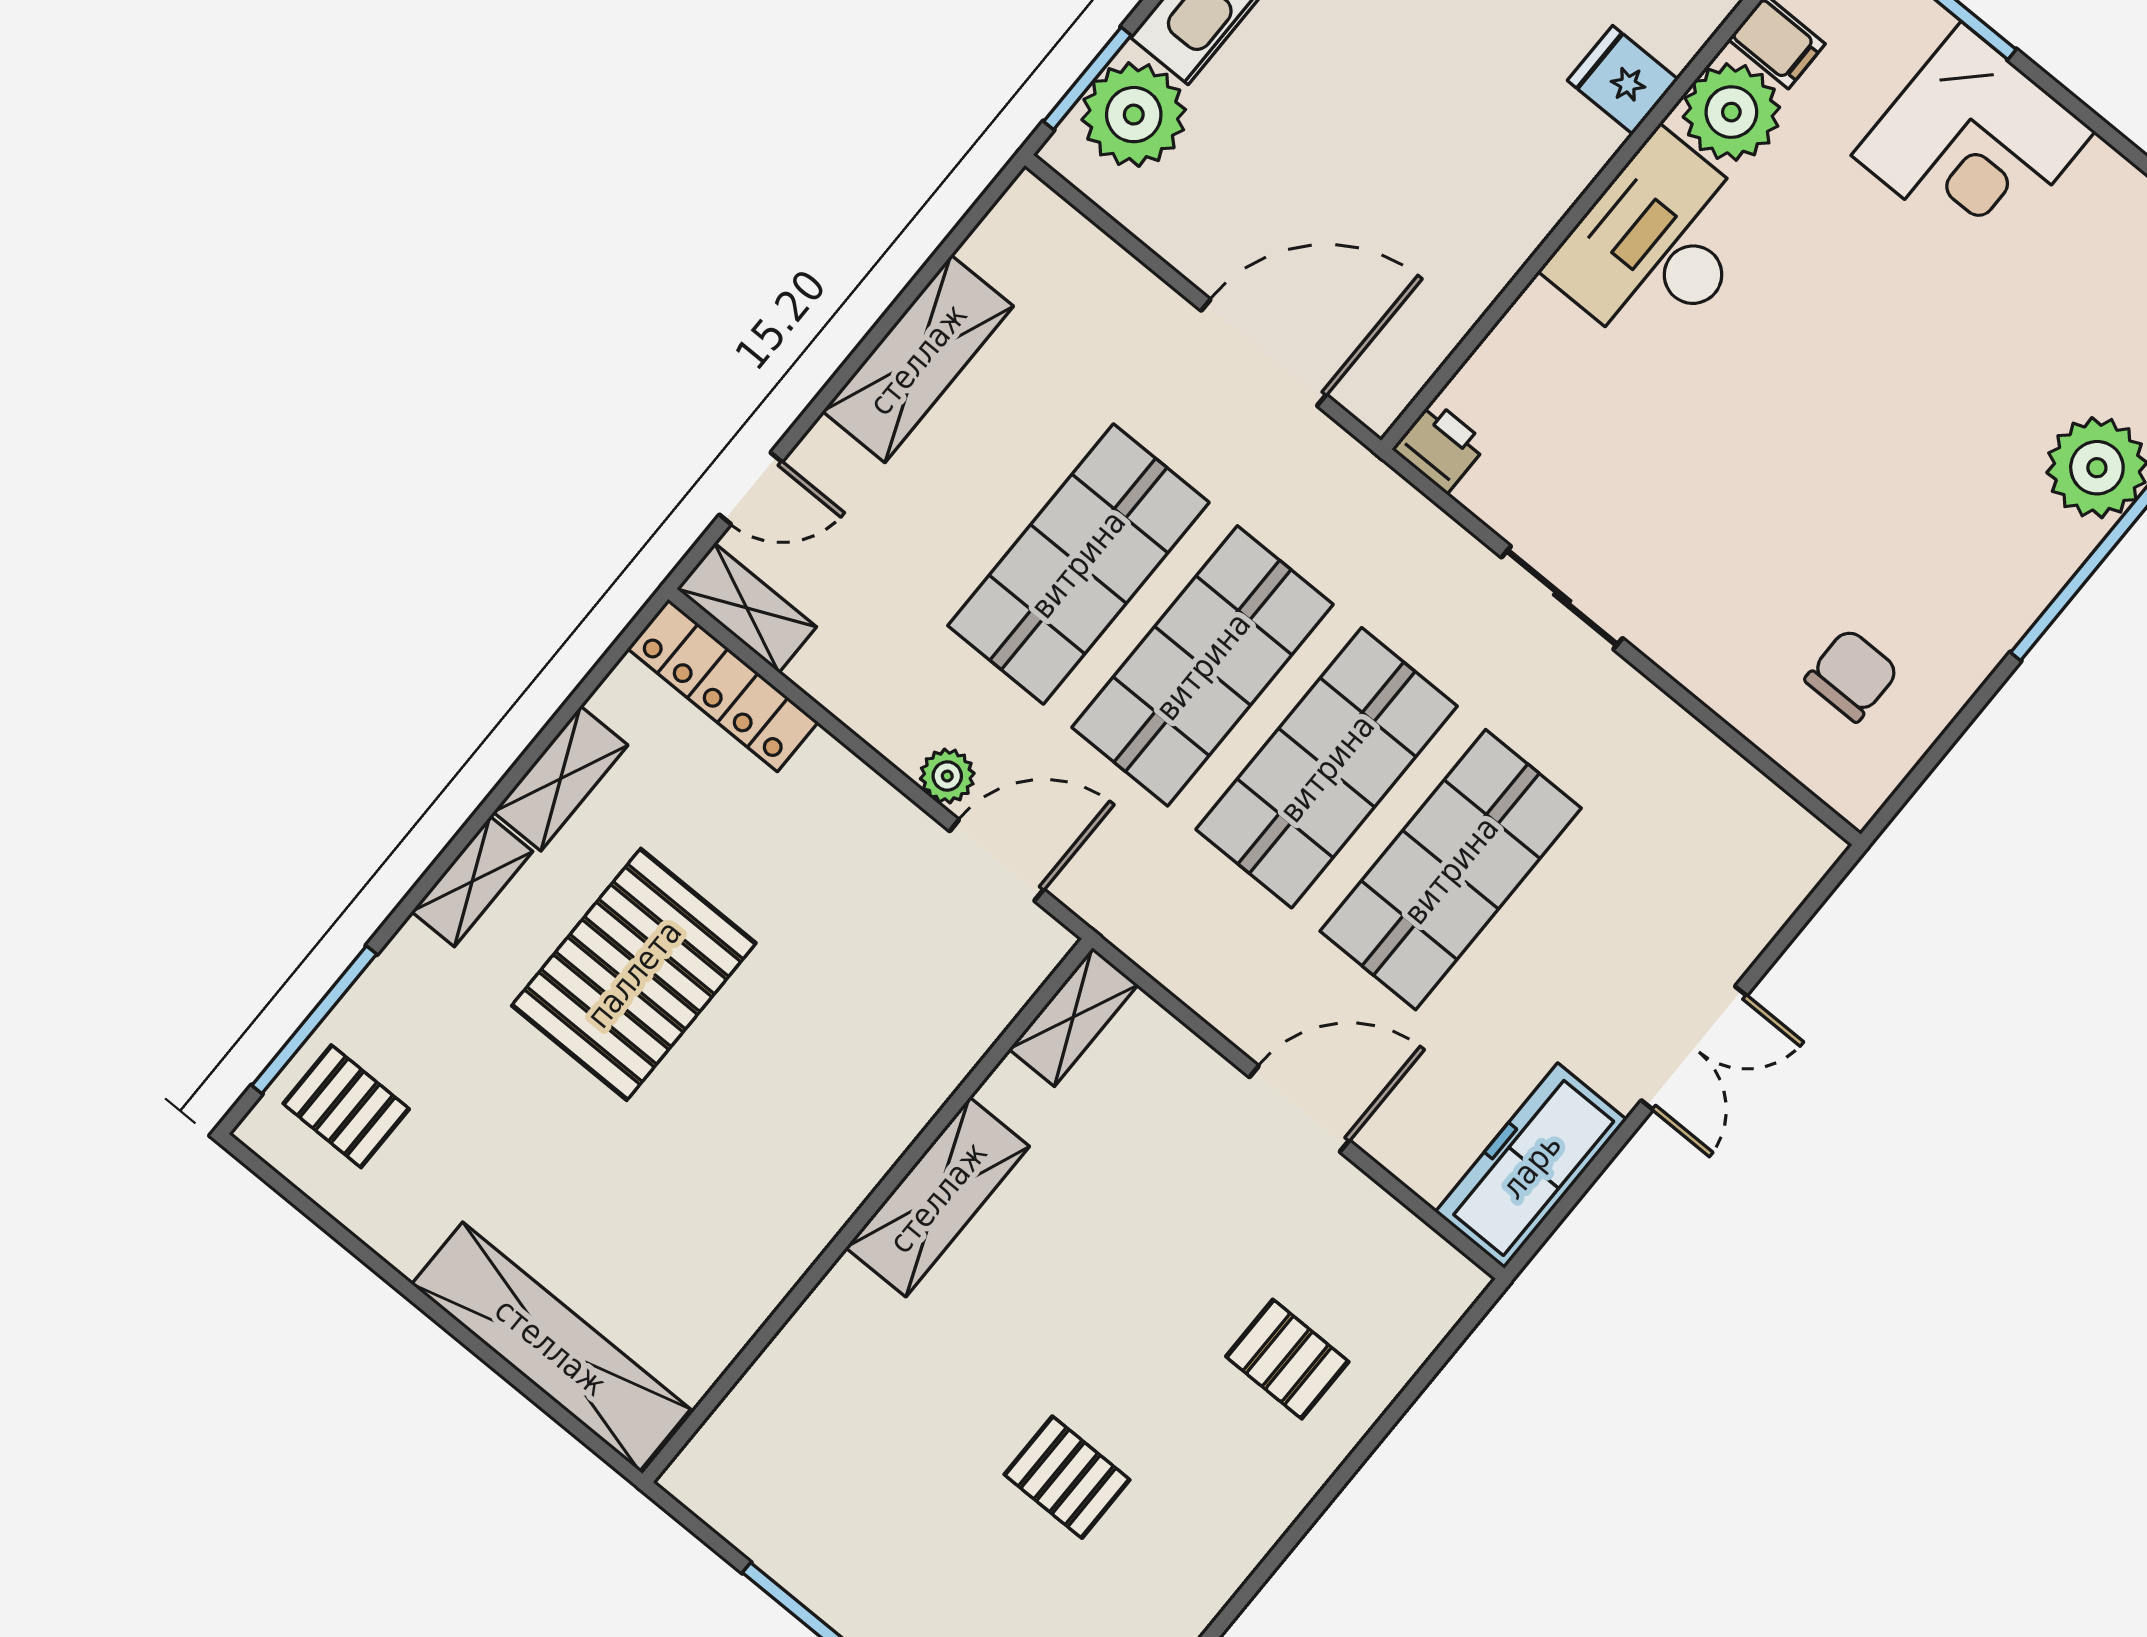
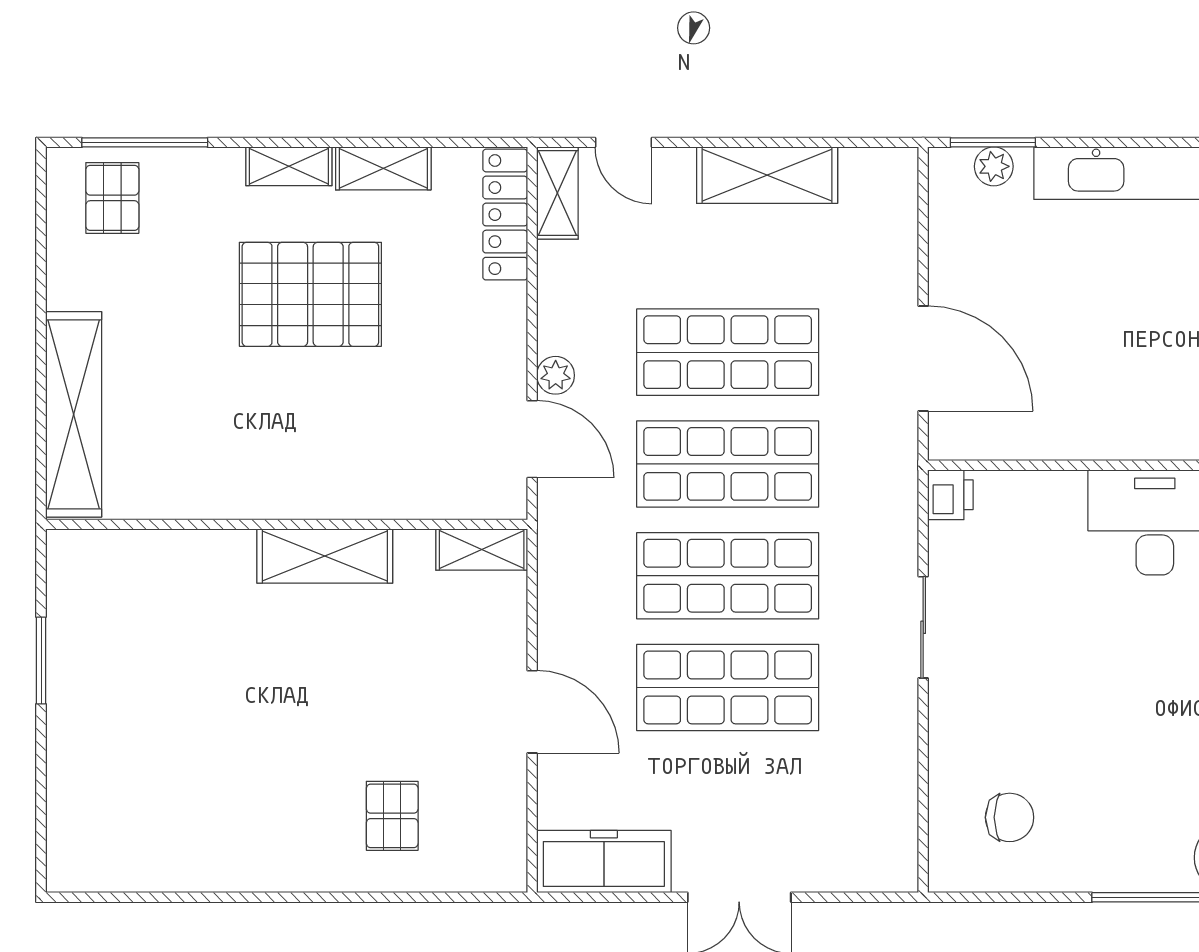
plant: (1134, 115) -> (994, 166), width x0.53, depth x0.53
pallet: (1067, 1477) -> (231, 750), removed

